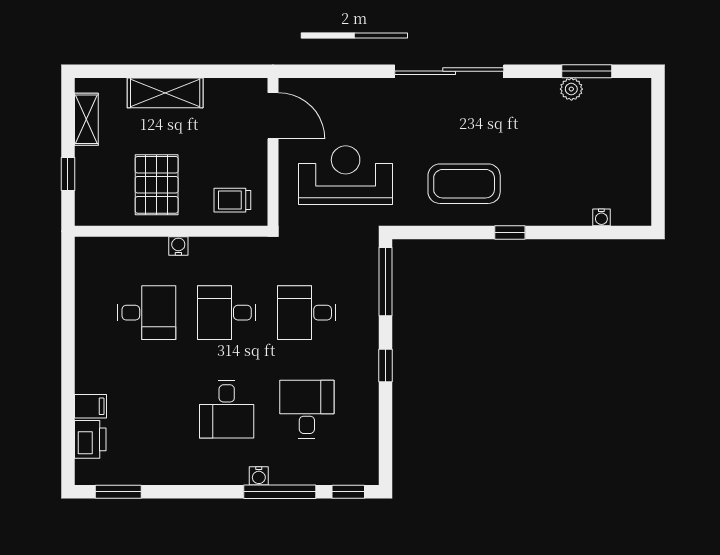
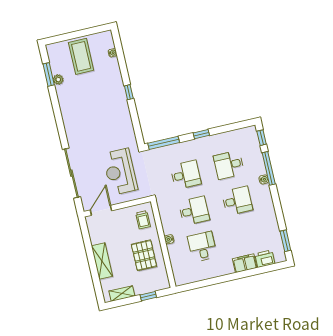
sliding door: (449, 71) -> (71, 173), moved
coffee table: (464, 184) -> (81, 56), moved
pallet: (157, 185) -> (144, 255), turned 90
desk: (227, 313) -> (194, 211), turned -90
desk: (307, 313) -> (186, 175), turned -90
filing cabinet: (90, 406) -> (245, 263), width x2.00

